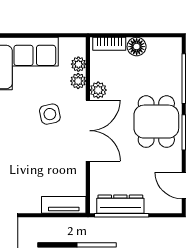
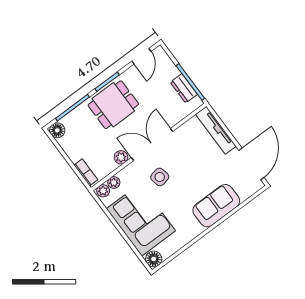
floor lamp: (137, 47) -> (57, 130), moved
plant: (78, 81) -> (103, 191), moved
dresser: (120, 204) -> (184, 88), width x0.70
tv unit: (64, 205) -> (216, 130), width x1.41

